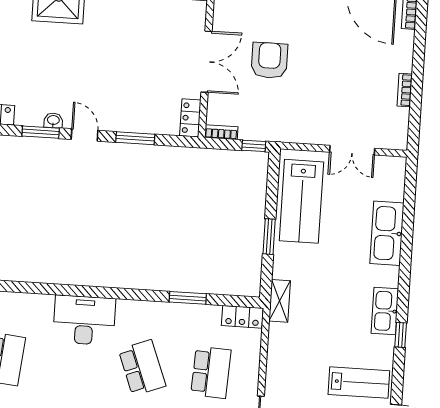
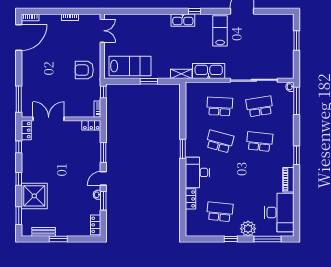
armchair: (269, 60) -> (84, 70), moved
double door: (206, 62) -> (49, 119), moved
double door: (352, 150) -> (102, 31), moved
kitchen sink: (387, 233) -> (209, 71), moved, turned 180
window: (188, 298) -> (183, 149), moved
locker: (242, 317) -> (191, 199), moved
school desk: (142, 368) -> (220, 142), turned 36

